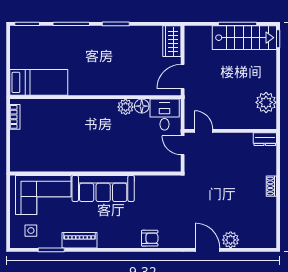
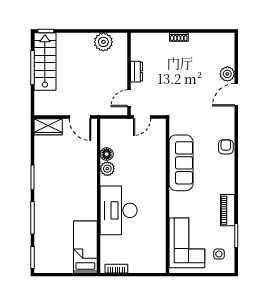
desk: (165, 115) -> (119, 210), moved, width x1.87, depth x1.30
dresser: (265, 139) -> (137, 72), moved
sofa: (103, 188) -> (181, 163), moved

